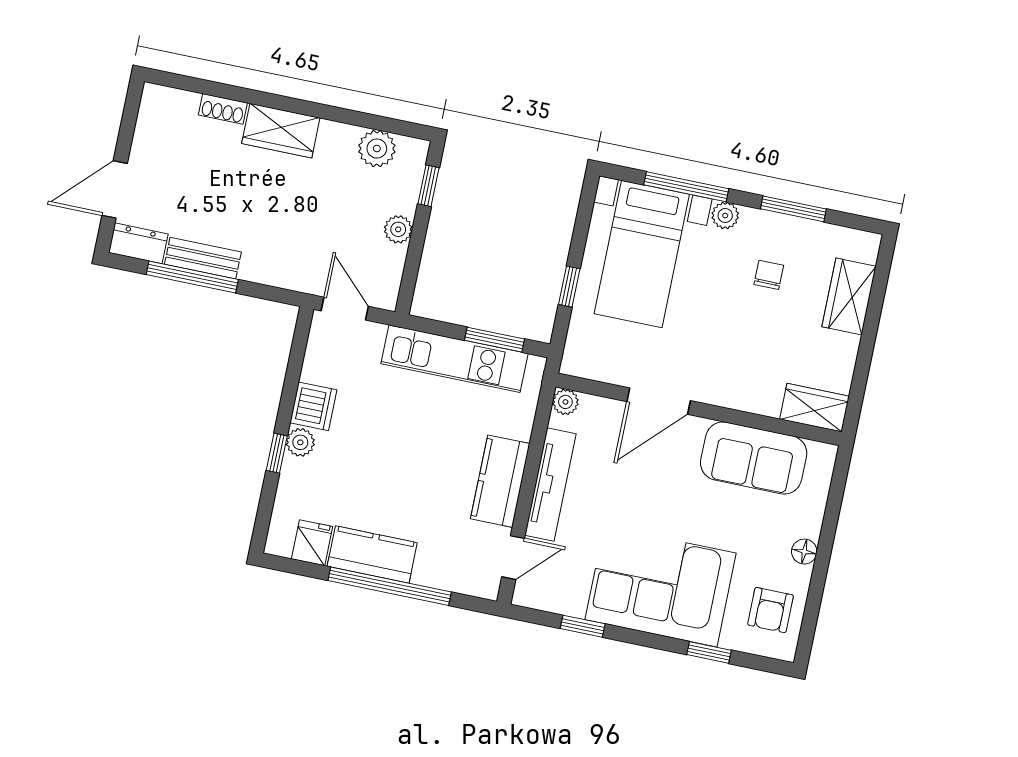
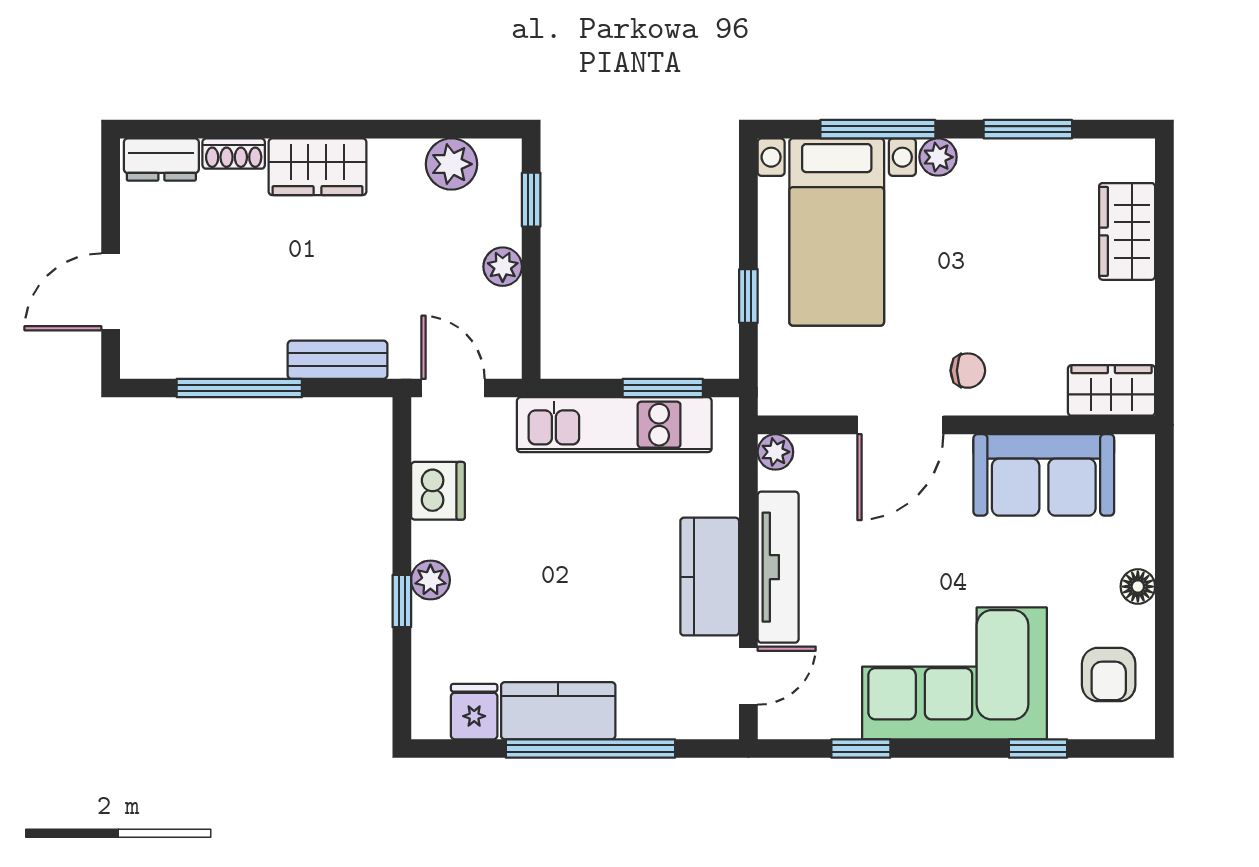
dresser: (138, 243) -> (161, 159), moved, turned 180
bench: (203, 258) -> (337, 360), moved
chair: (769, 275) -> (968, 371), moved, turned 90
dishwasher: (313, 406) -> (438, 491), moved

